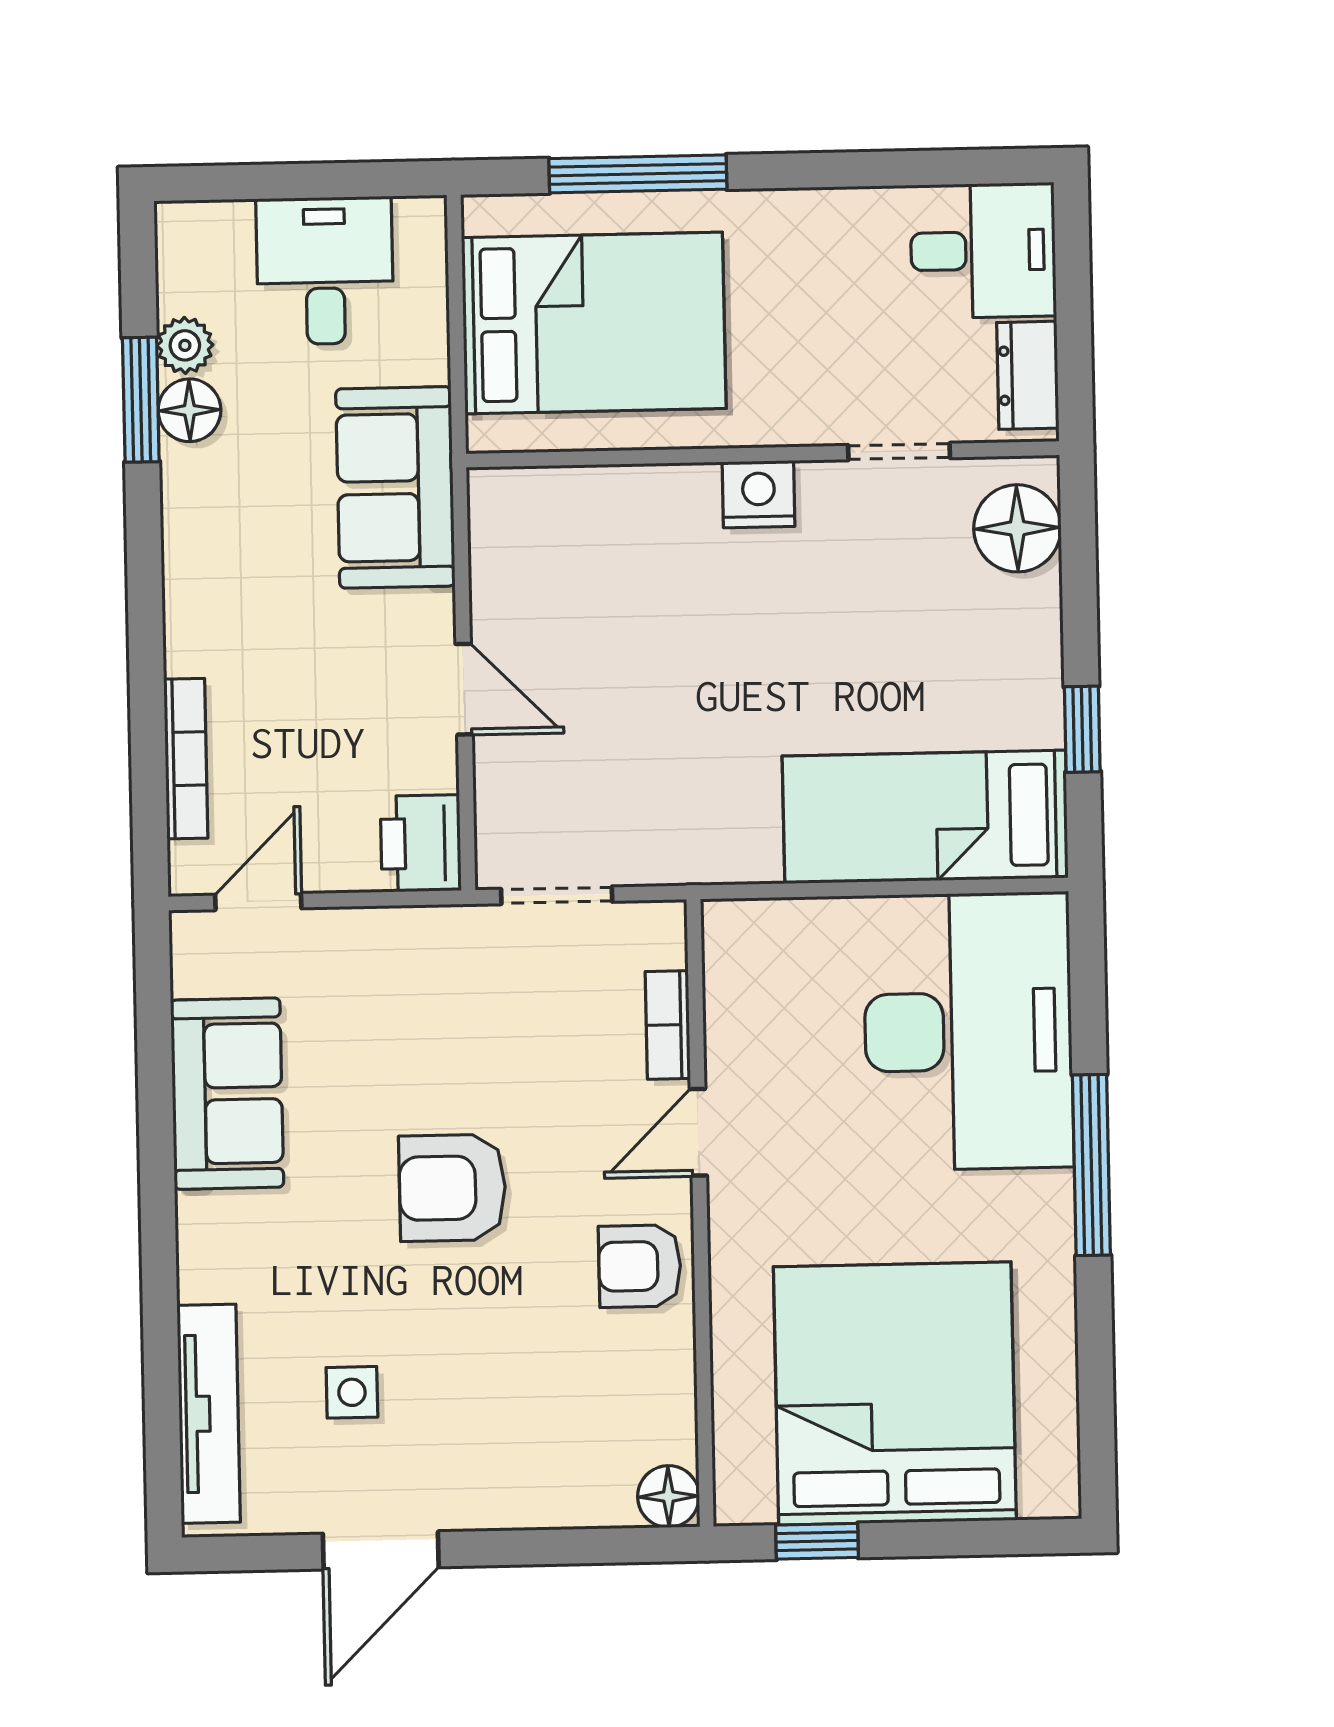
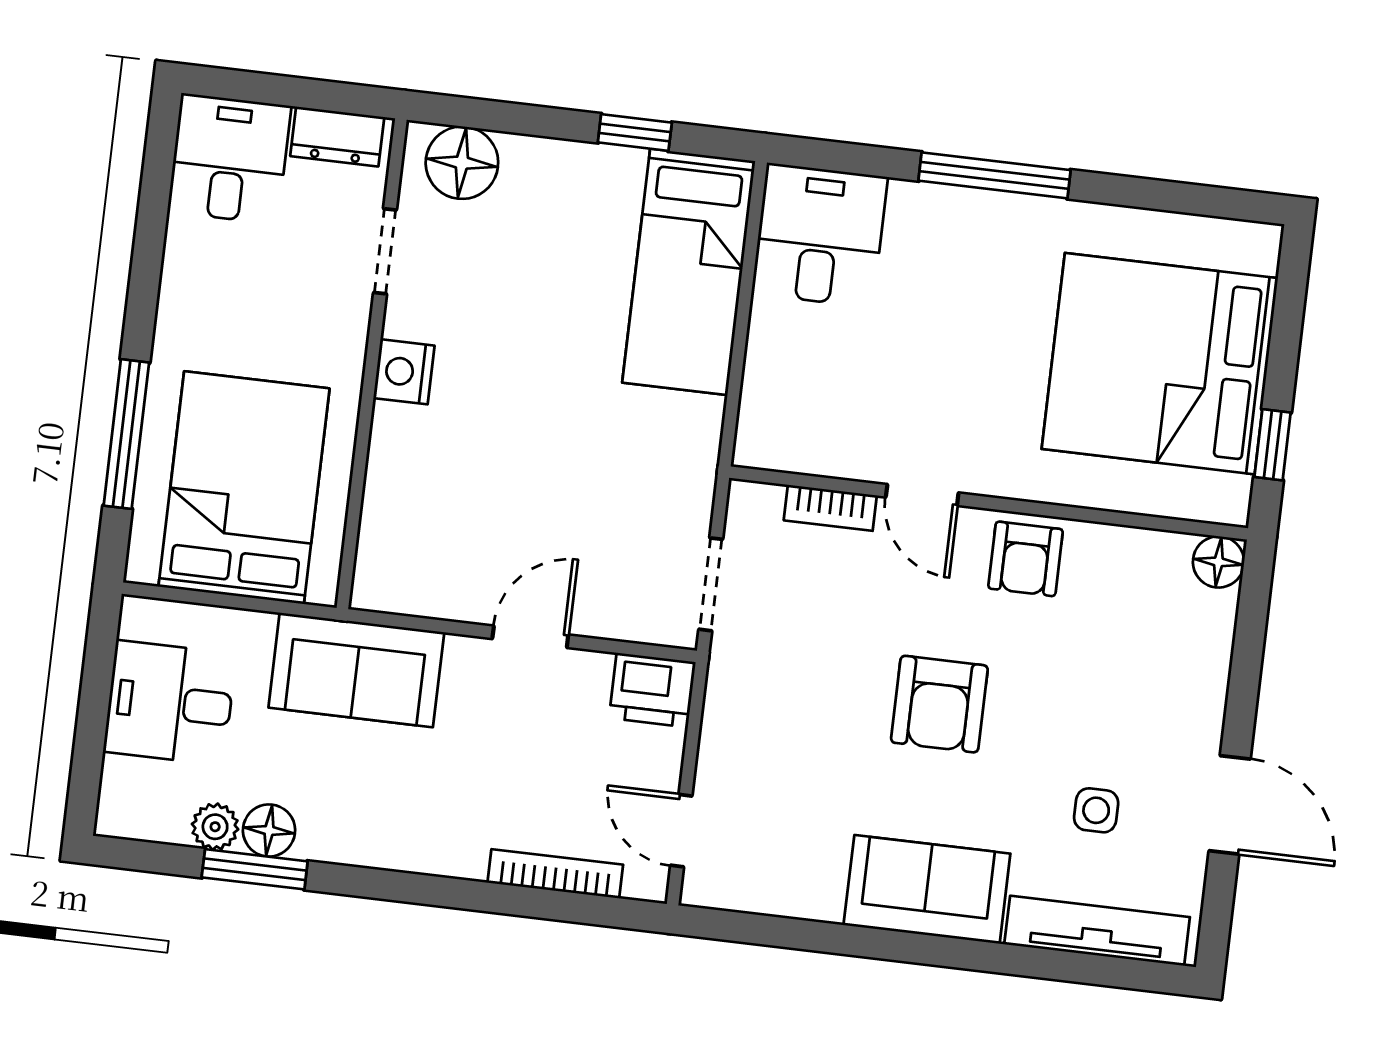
desk: (968, 1031) -> (820, 235), width x0.53, depth x0.77
sofa: (227, 1094) -> (927, 889), moved

